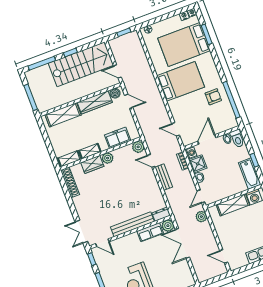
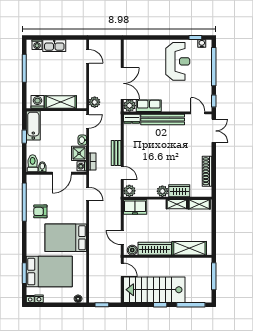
freezer: (118, 138) -> (135, 207), moved
shoe rack: (70, 182) -> (207, 171), moved

